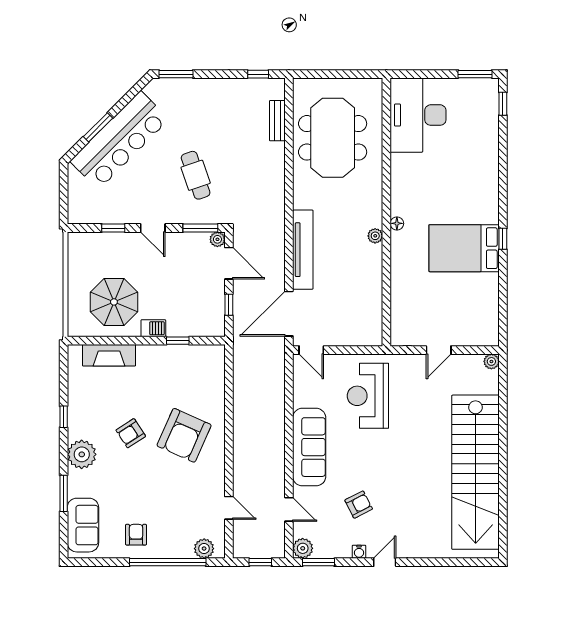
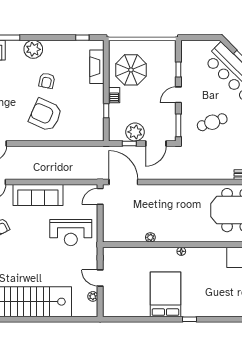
plant: (375, 236) -> (150, 237), moved
plant: (217, 239) -> (135, 132), moved, width x1.88, depth x1.88
window: (503, 239) -> (190, 319), moved
tv unit: (303, 250) -> (164, 191), removed
plant: (491, 361) -> (93, 296), moved
reception desk: (368, 396) -> (71, 233), turned 180
window: (64, 417) -> (82, 38), moved
armchair: (131, 433) -> (47, 81), turned -135

